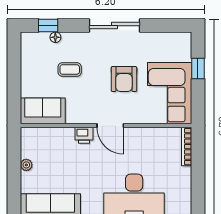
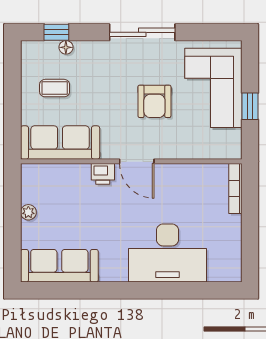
window: (198, 68) -> (250, 106), moved
coffee table: (70, 70) -> (55, 88), moved
corner sofa: (170, 93) -> (213, 88), moved
sofa: (43, 111) -> (60, 143), width x1.36

